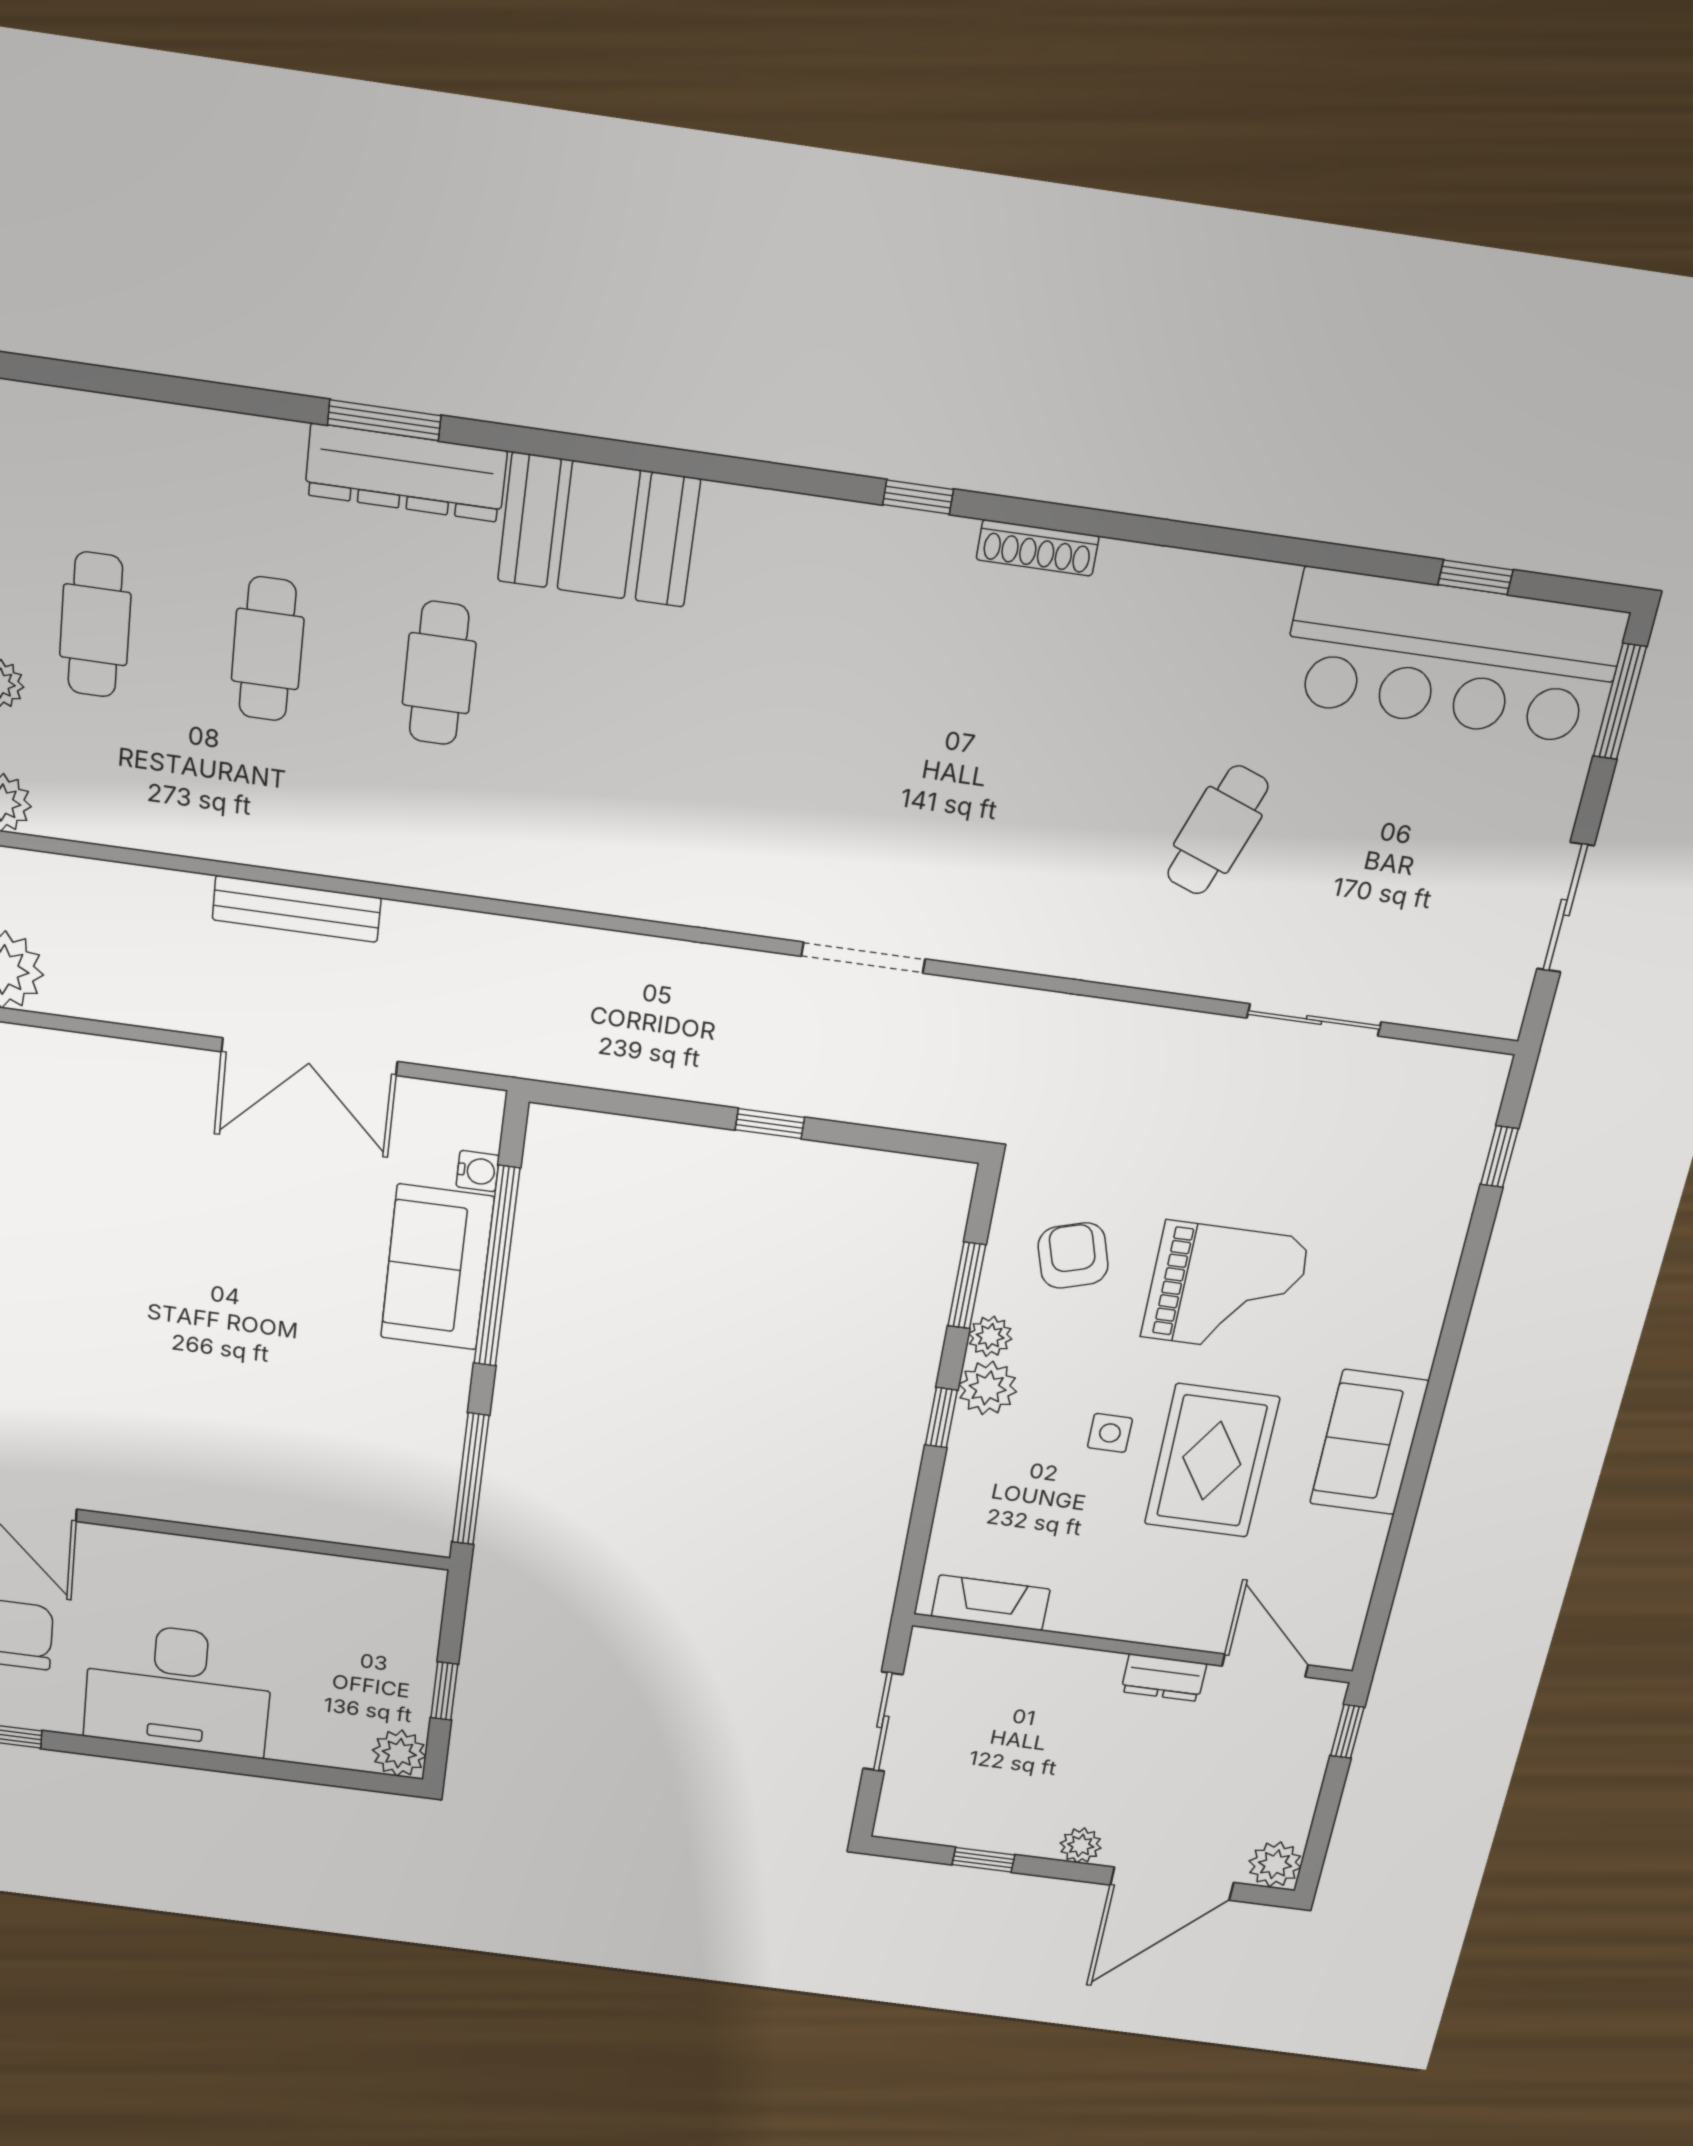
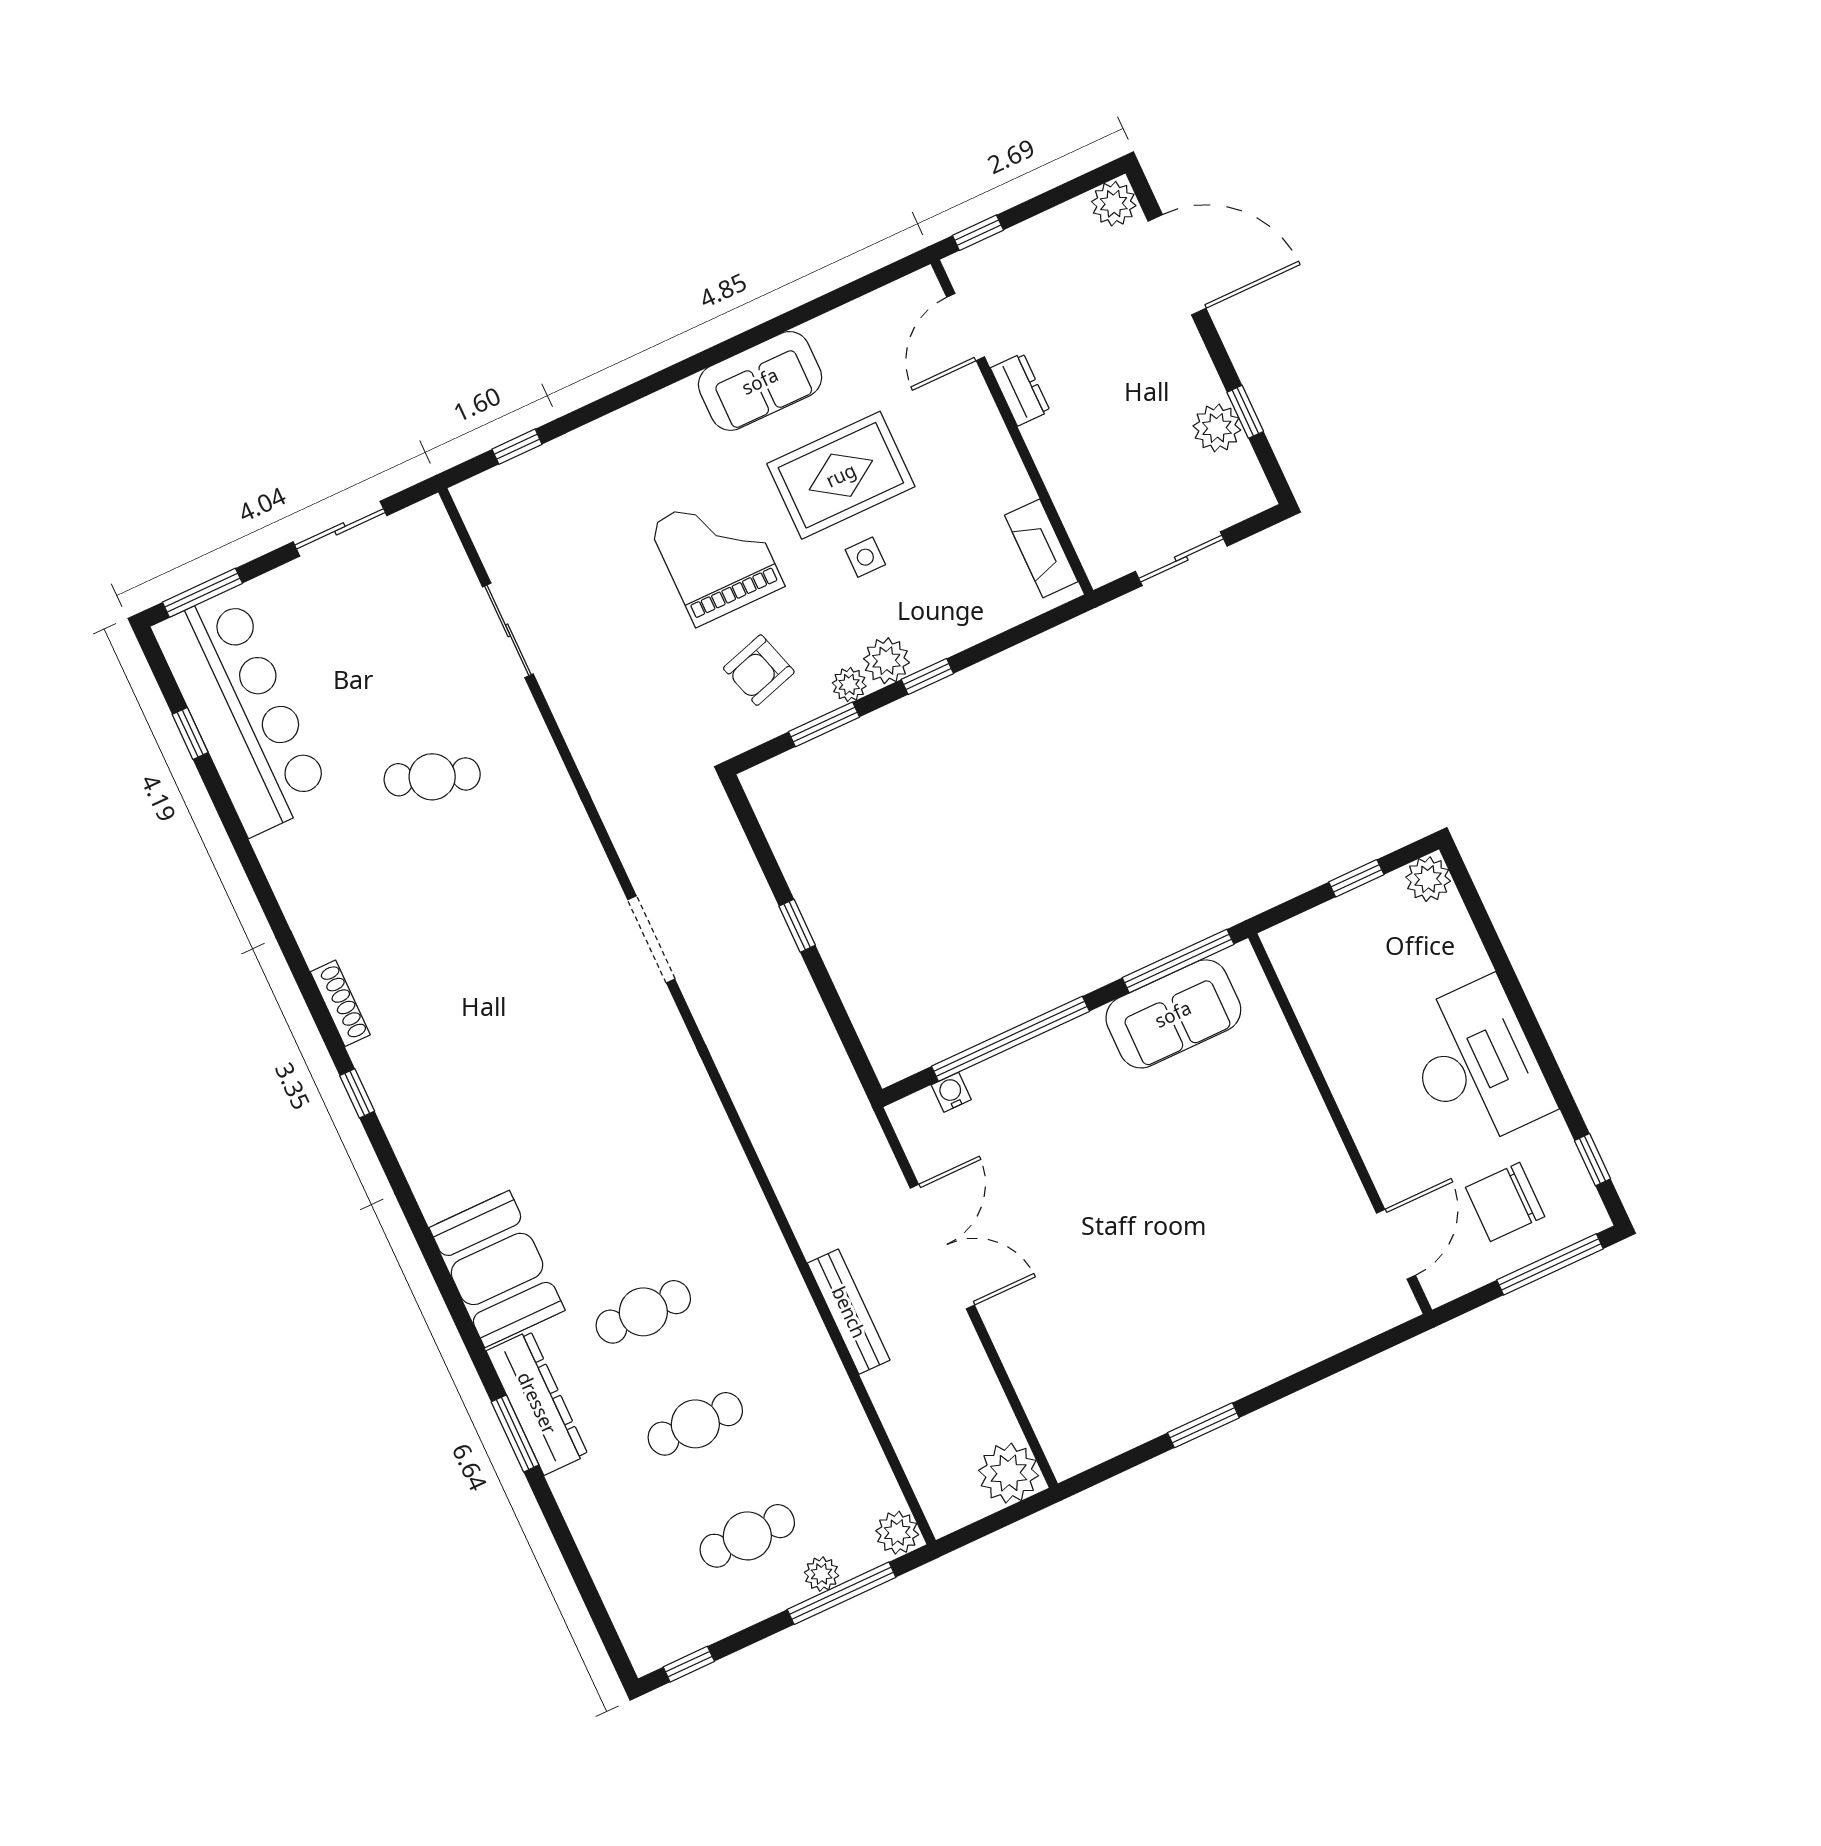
sofa: (437, 1267) -> (1173, 1014), moved
plant: (1081, 1845) -> (1217, 428), moved, width x1.38, depth x1.38

